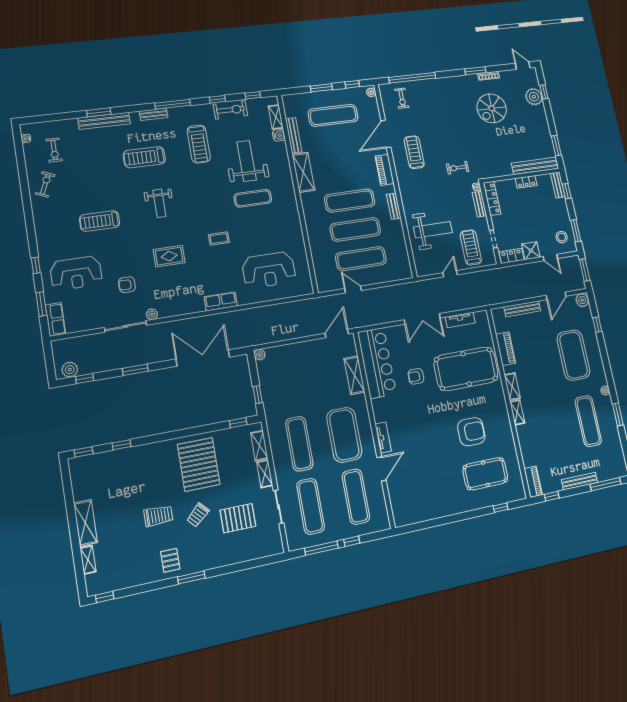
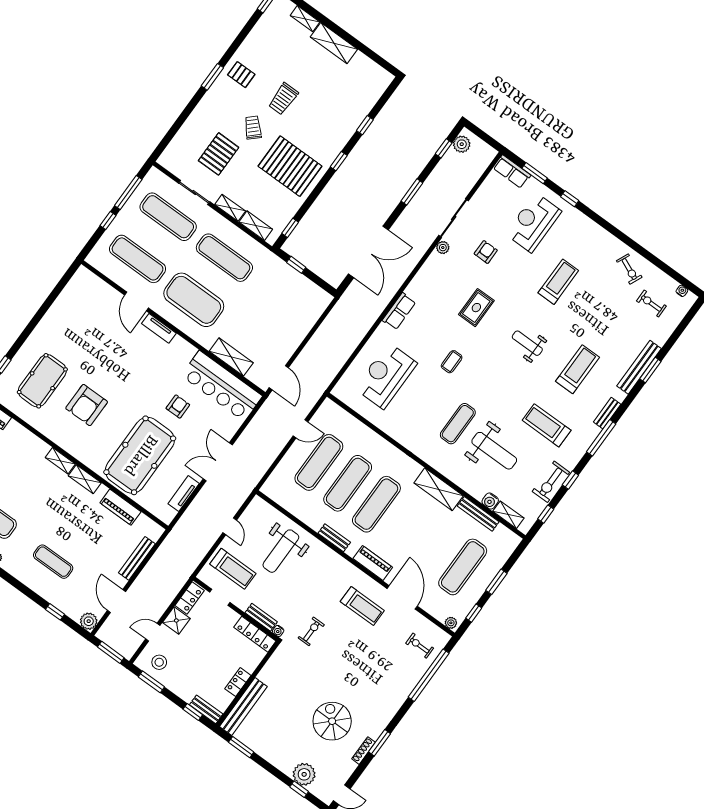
plant: (260, 355) -> (326, 299), removed
exercise mat: (573, 355) -> (53, 562), width x0.50, depth x0.69
window: (84, 452) -> (339, 161), moved

